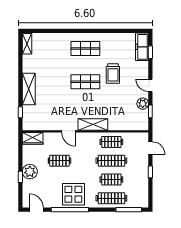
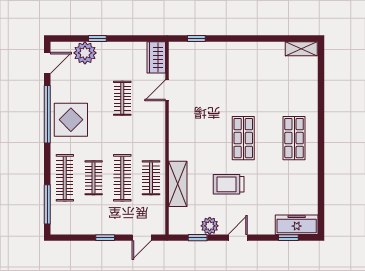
trolley: (113, 73) -> (229, 184), moved
shelving: (29, 89) -> (232, 51), removed
shelving: (93, 125) -> (178, 184), moved
door: (68, 131) -> (167, 90), moved
plant: (30, 172) -> (85, 53), moved

